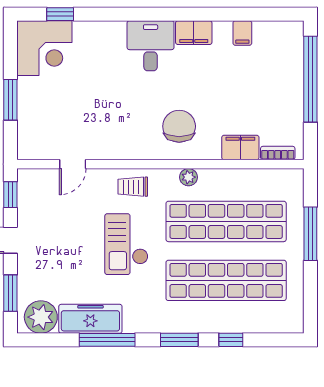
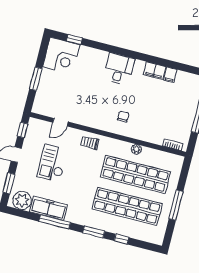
filing cabinet: (194, 33) -> (155, 71), moved
chair: (179, 126) -> (123, 117), width x0.54, depth x0.54
filing cabinet: (240, 147) -> (153, 136), removed
plant: (189, 177) -> (136, 149), moved
window: (310, 234) -> (176, 205), moved
checkout: (126, 244) -> (52, 163), moved

